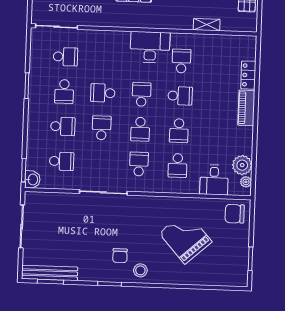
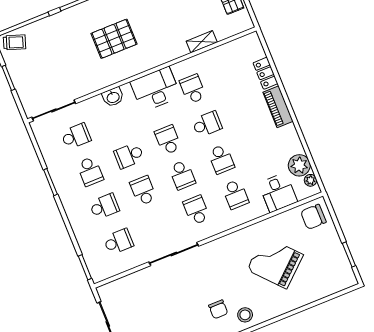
washbasin: (32, 179) -> (113, 97), moved, turned 90

